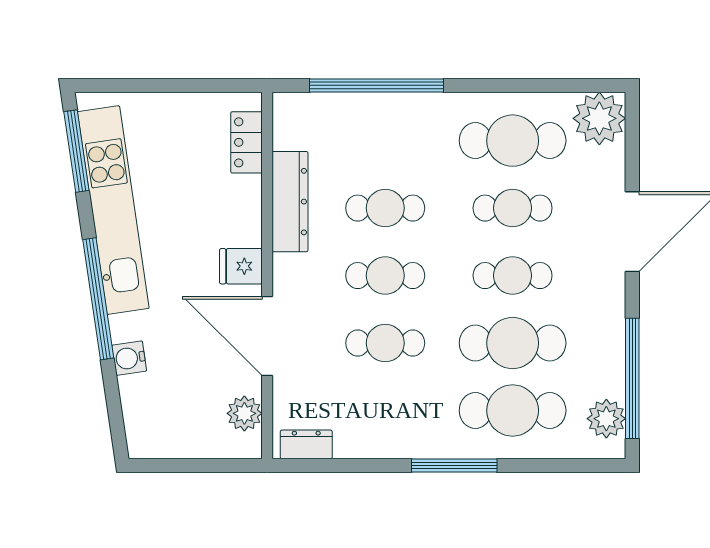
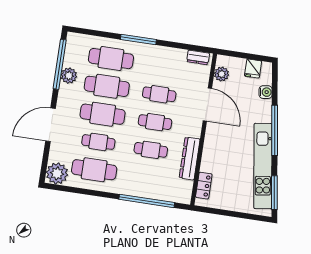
fridge: (241, 266) -> (253, 69), moved, turned 90
cafe table: (513, 276) -> (103, 114), width x1.37, depth x1.35
water cooler: (129, 358) -> (266, 92), moved
plant: (606, 419) -> (69, 76), moved

